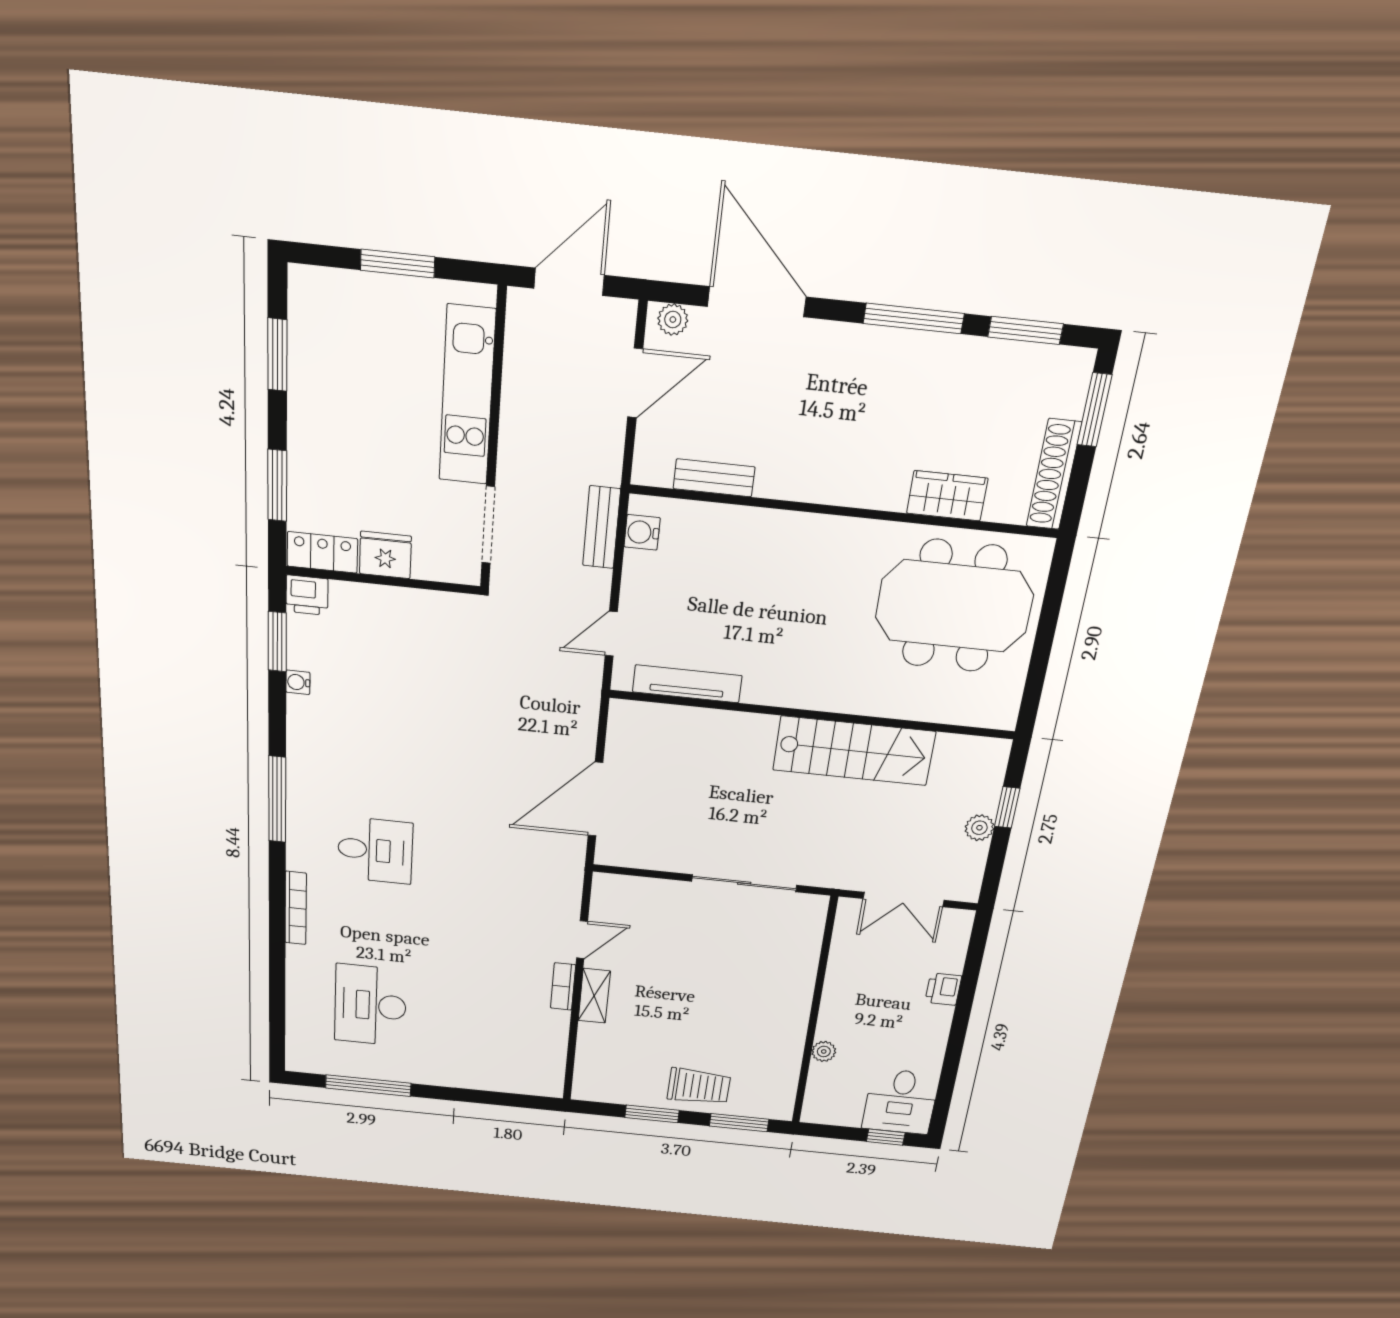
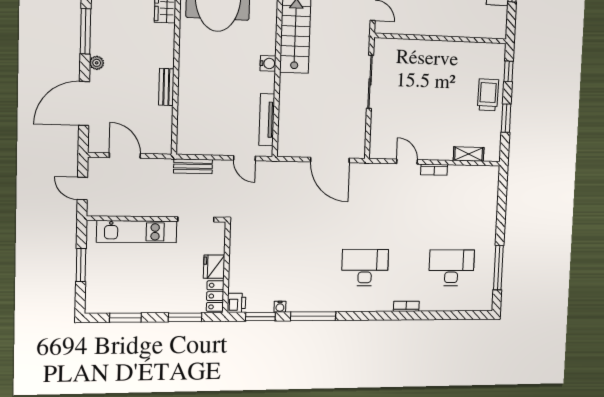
door: (569, 282) -> (82, 188), width x0.73
plant: (673, 319) -> (97, 63), moved
bench: (714, 478) -> (166, 87), moved
water cooler: (642, 532) -> (268, 63), moved, turned -90
window: (277, 799) -> (313, 316), moved
desk: (375, 850) -> (365, 268), width x1.37
bookcase: (296, 908) -> (406, 306), width x0.64
shelving: (594, 996) -> (469, 154), moved
desk: (370, 1005) -> (451, 268), turned 180
plant: (824, 1051) -> (463, 31), removed
window: (739, 1123) -> (508, 71), width x0.67

